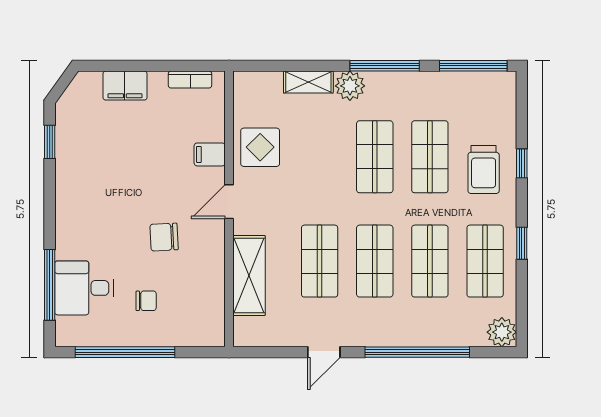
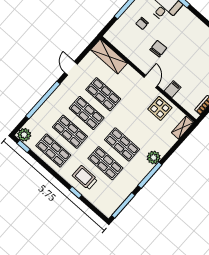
shelving: (308, 82) -> (182, 128), moved
window: (522, 243) -> (24, 146), moved
shelving: (249, 275) -> (109, 57), moved

